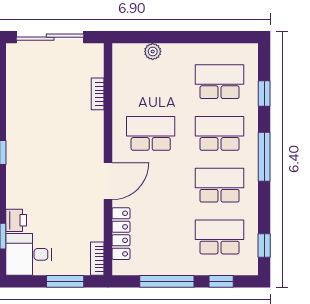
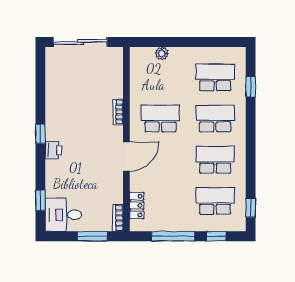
bookcase: (98, 94) -> (118, 112), moved
window: (264, 157) -> (251, 137), removed
printer: (16, 220) -> (53, 150), moved
locker: (121, 234) -> (137, 206), width x0.66

